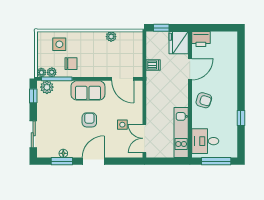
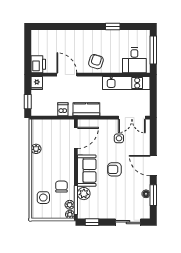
fridge: (179, 43) -> (37, 83), width x0.53, depth x0.75
plant: (47, 87) -> (84, 194), moved
kitchen counter: (153, 90) -> (86, 109), added

